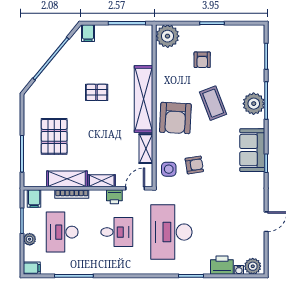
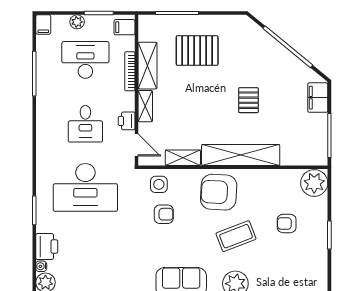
filing cabinet: (88, 33) -> (318, 98), width x2.00
armchair: (194, 165) -> (164, 214), turned -81
desk: (171, 232) -> (85, 187), turned 180

